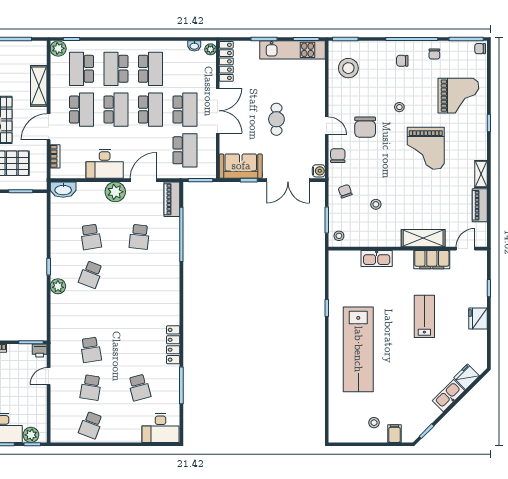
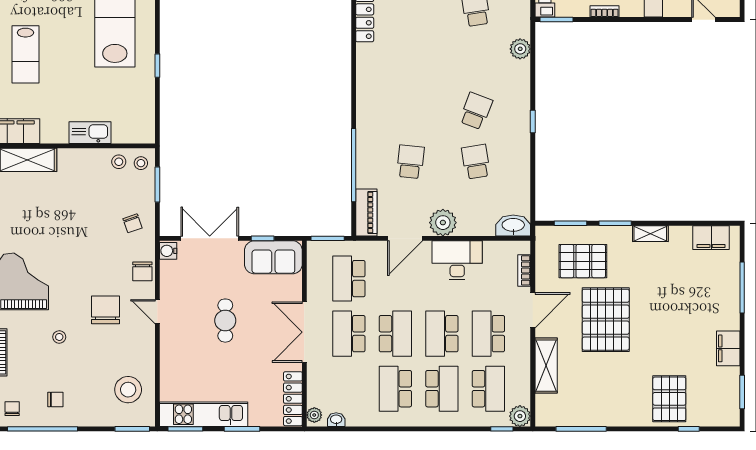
school desk: (150, 110) -> (395, 334), turned 180
stool: (376, 204) -> (119, 162), moved
plant: (58, 286) -> (520, 49), moved

